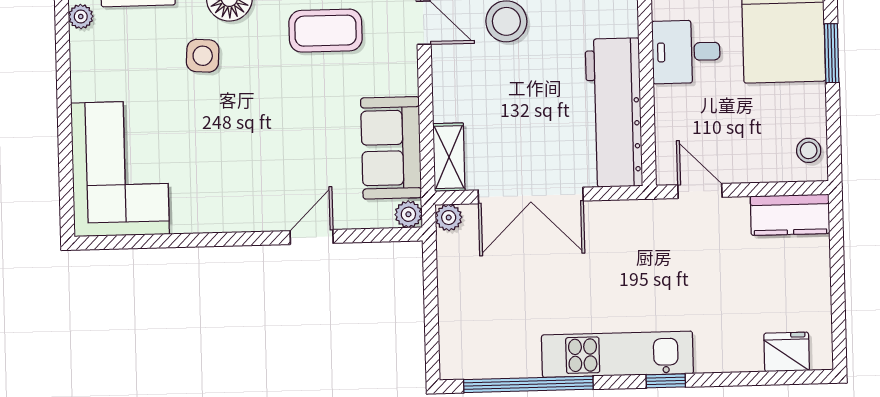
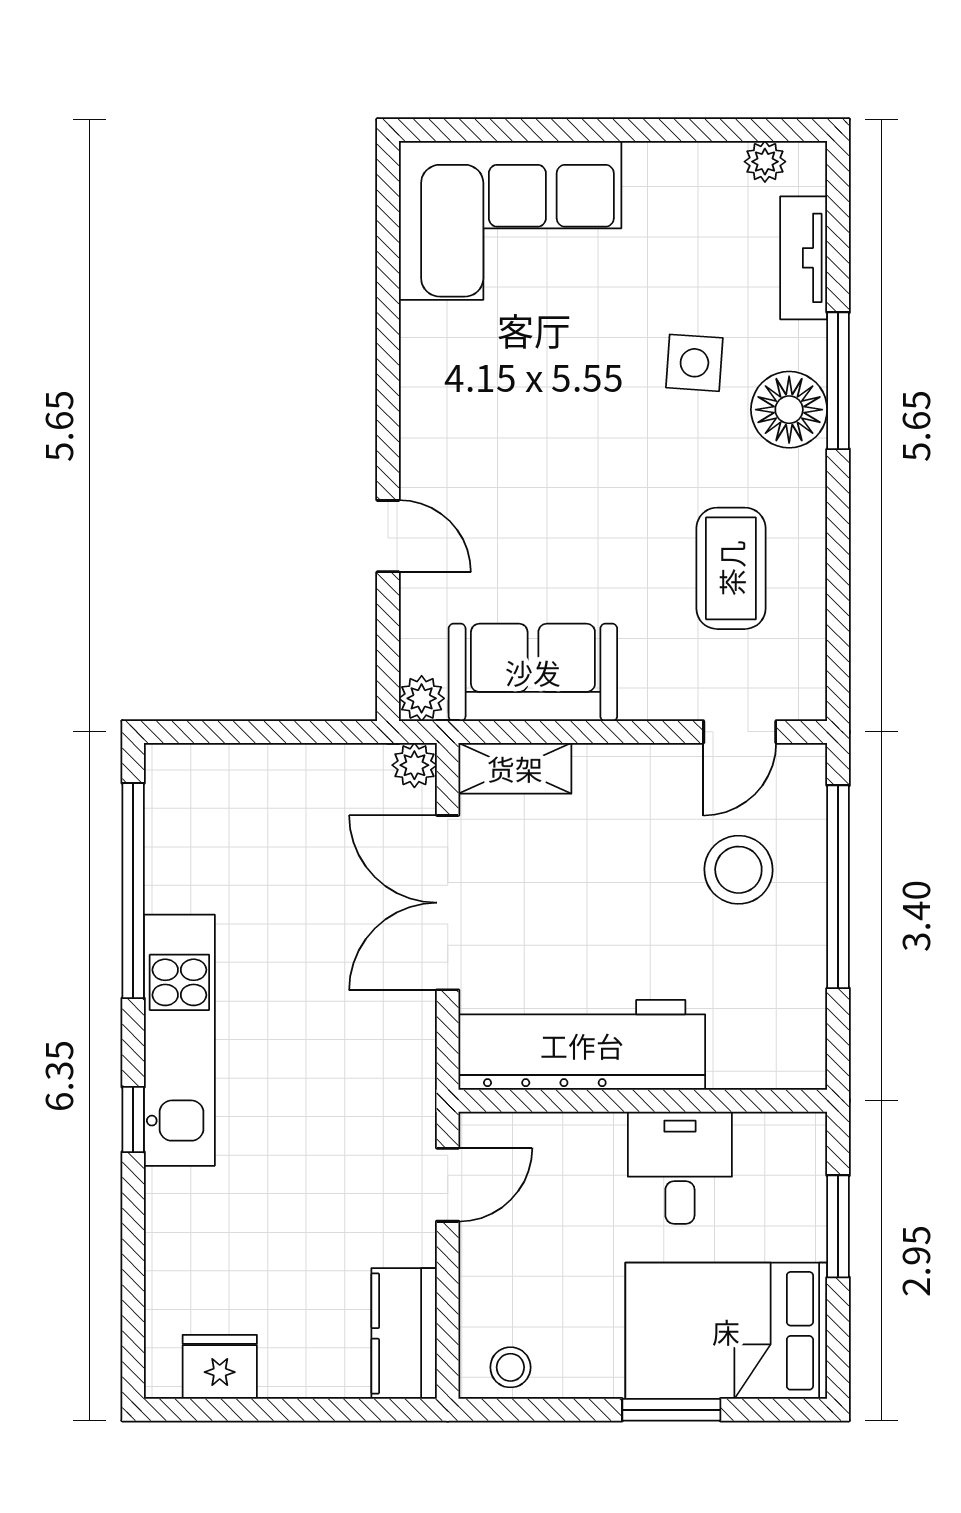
fridge: (787, 352) -> (220, 1367), moved, turned -90

